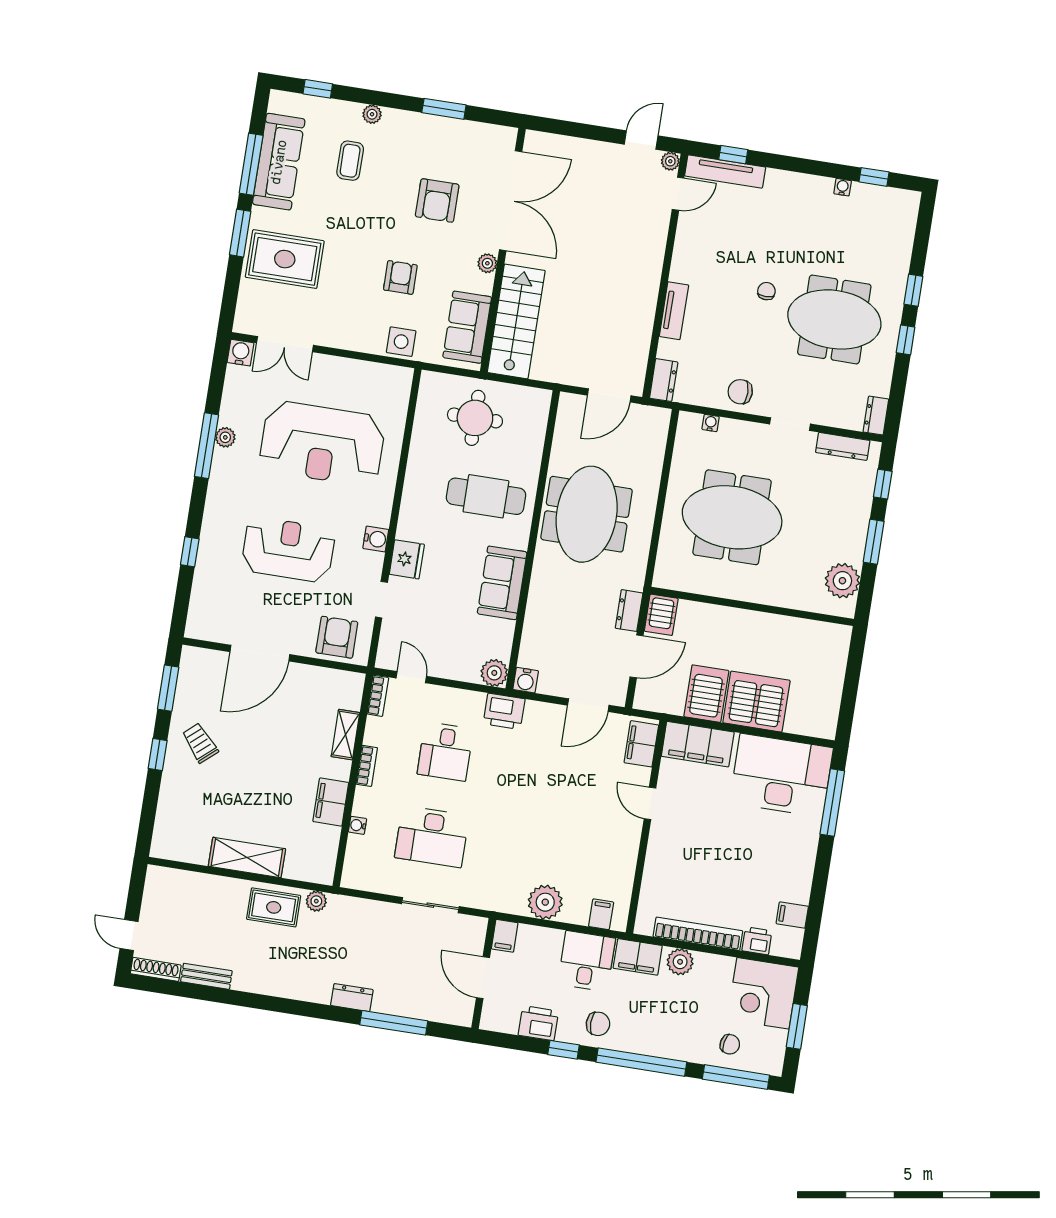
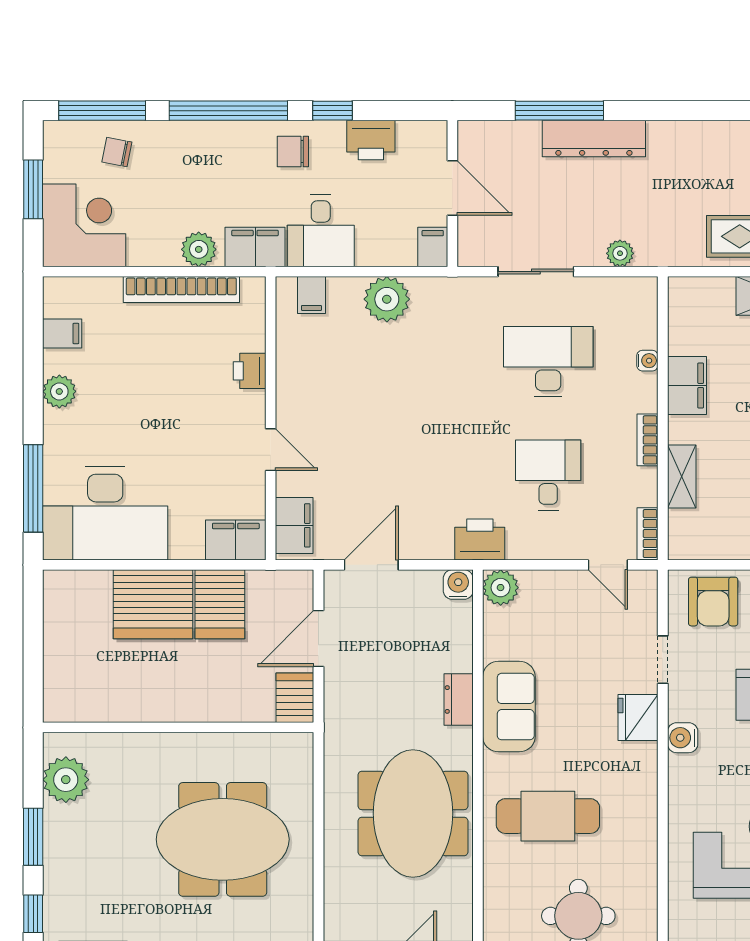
dresser: (629, 611) -> (459, 700), moved, turned 180
filing cabinet: (698, 744) -> (236, 540), width x0.67, depth x0.86
plant: (801, 872) -> (59, 391), added
plant: (316, 901) -> (620, 253), moved
printer: (757, 941) -> (250, 371), moved, turned 90
dresser: (352, 998) -> (594, 139), width x1.96, depth x1.24

